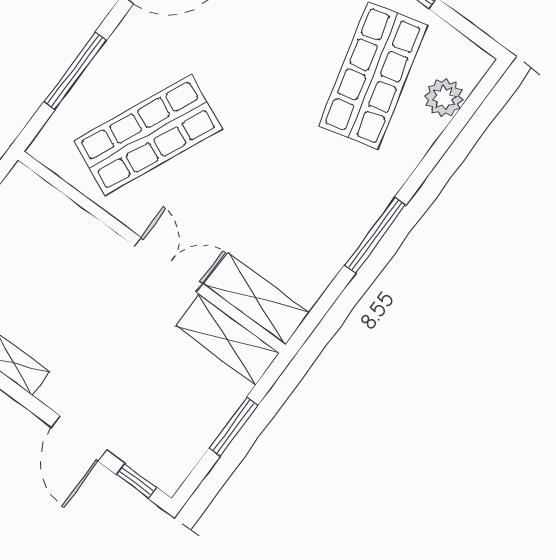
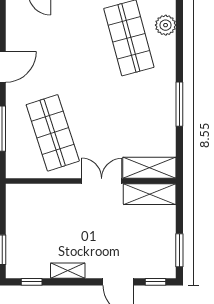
shop shelf: (148, 135) -> (53, 133), turned -42
window: (233, 427) -> (179, 250), moved

